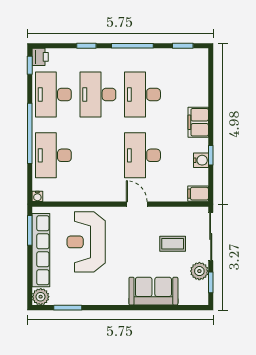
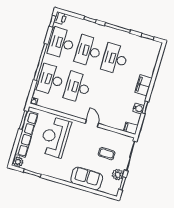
desk: (142, 155) -> (77, 87), moved

